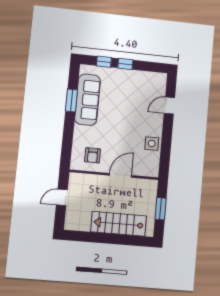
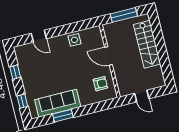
window: (125, 64) -> (15, 72), moved
window: (161, 209) -> (124, 15), width x1.44

